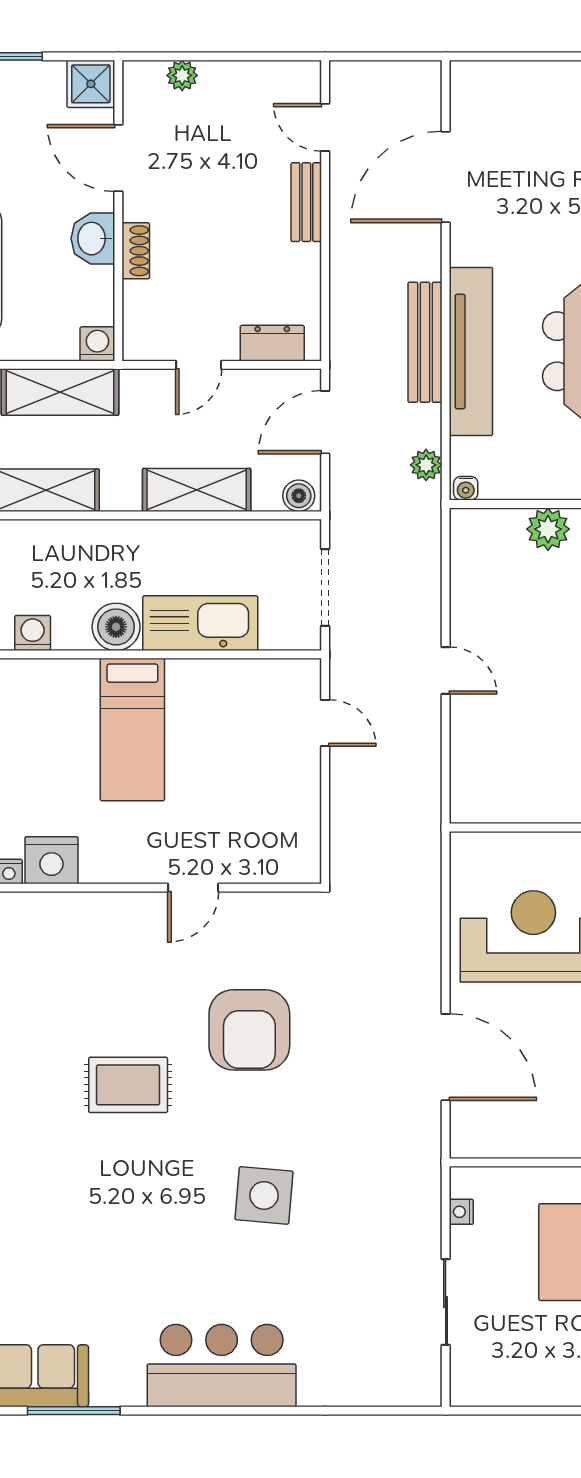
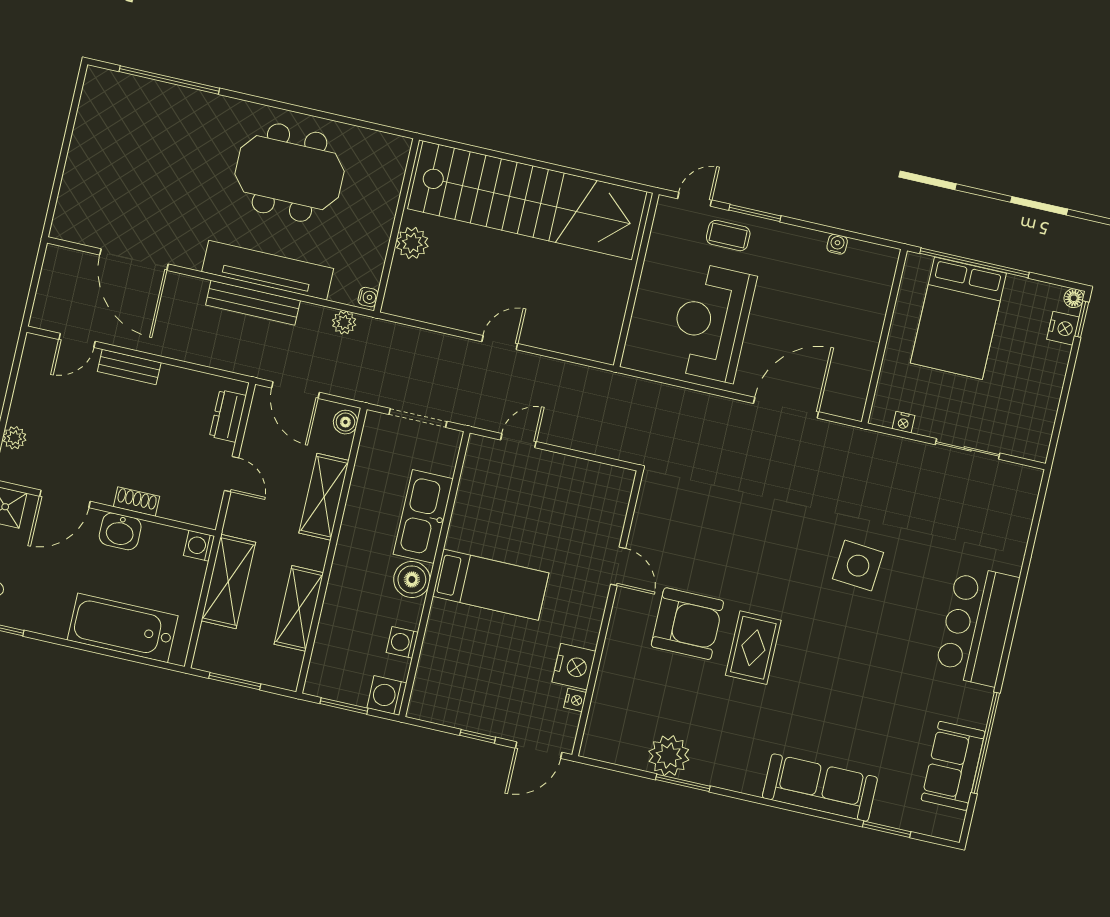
armchair: (249, 1030) -> (687, 624), moved
window: (74, 1411) -> (985, 743), width x1.46

